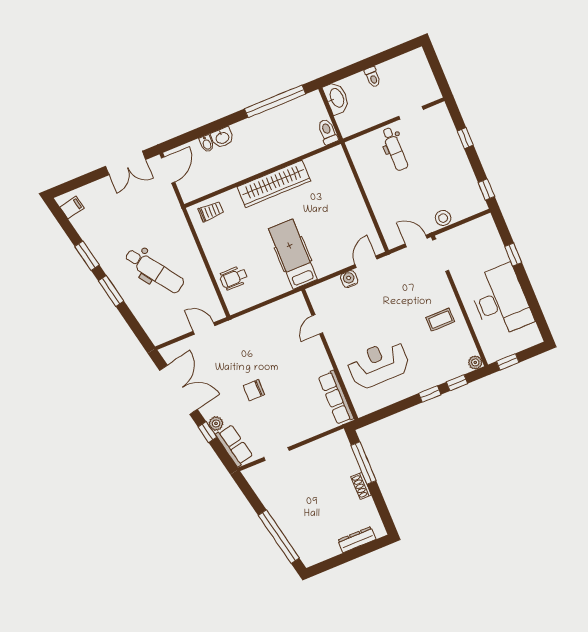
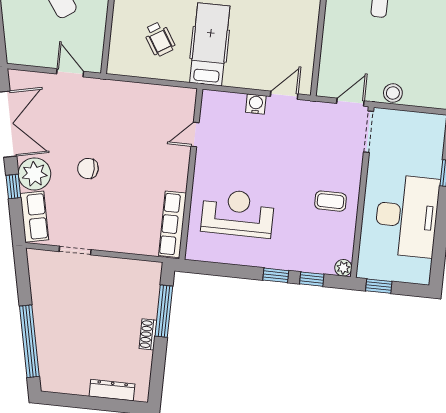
door: (416, 241) -> (350, 102), hinge flipped
wheelchair: (234, 278) -> (159, 39), moved, turned -122
plant: (216, 423) -> (34, 174), width x1.87, depth x1.87

